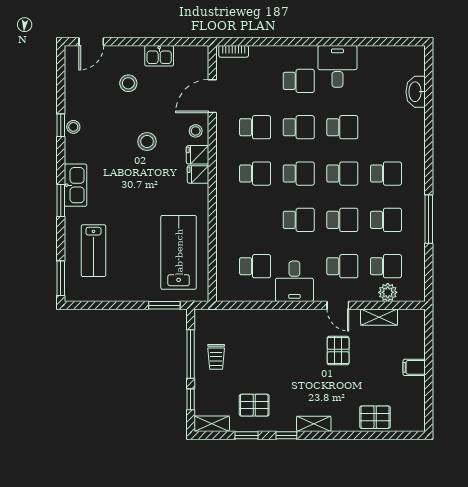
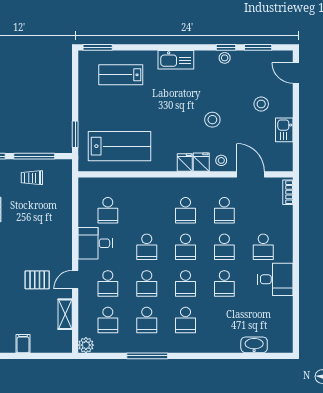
window: (61, 200) -> (258, 47), moved
plant: (388, 292) -> (86, 345), moved

